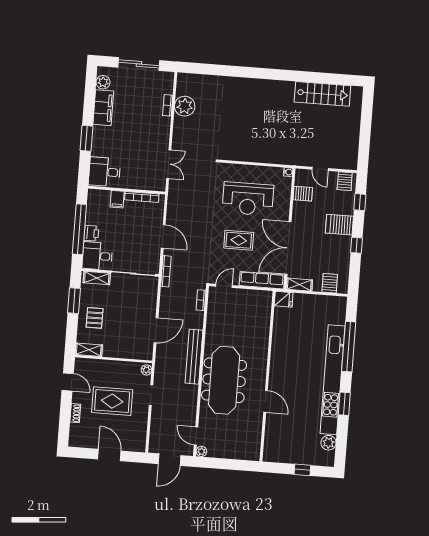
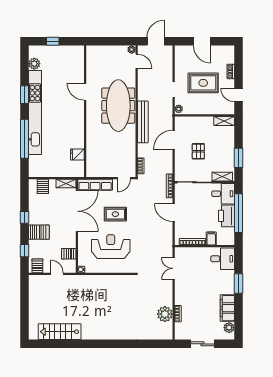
sliding door: (139, 64) -> (202, 344), width x0.73
printer: (91, 233) -> (226, 216), width x1.87, depth x1.48
fridge: (284, 299) -> (77, 154), moved
pallet: (95, 318) -> (198, 151), moved

